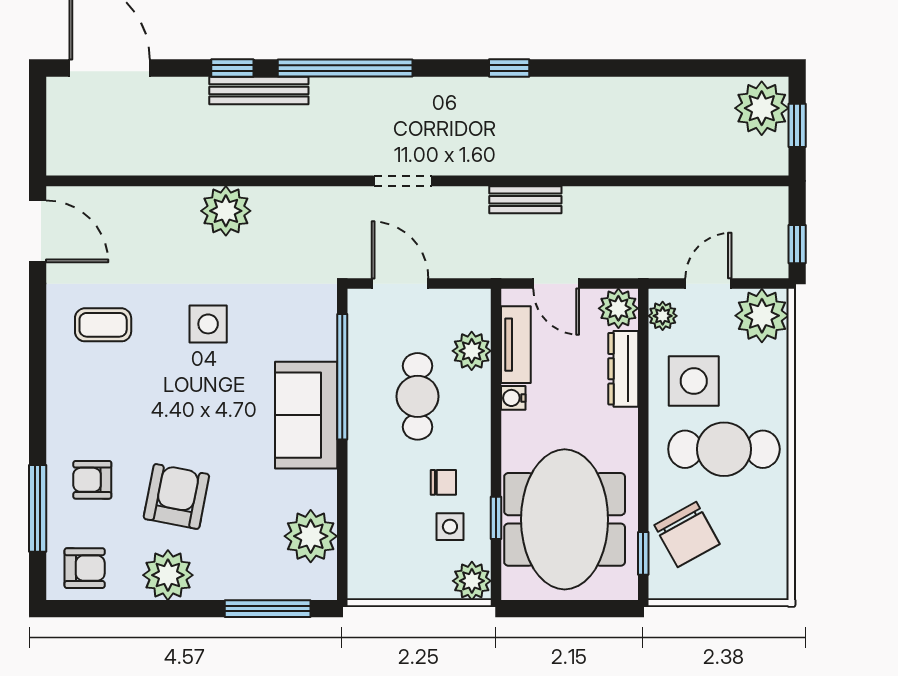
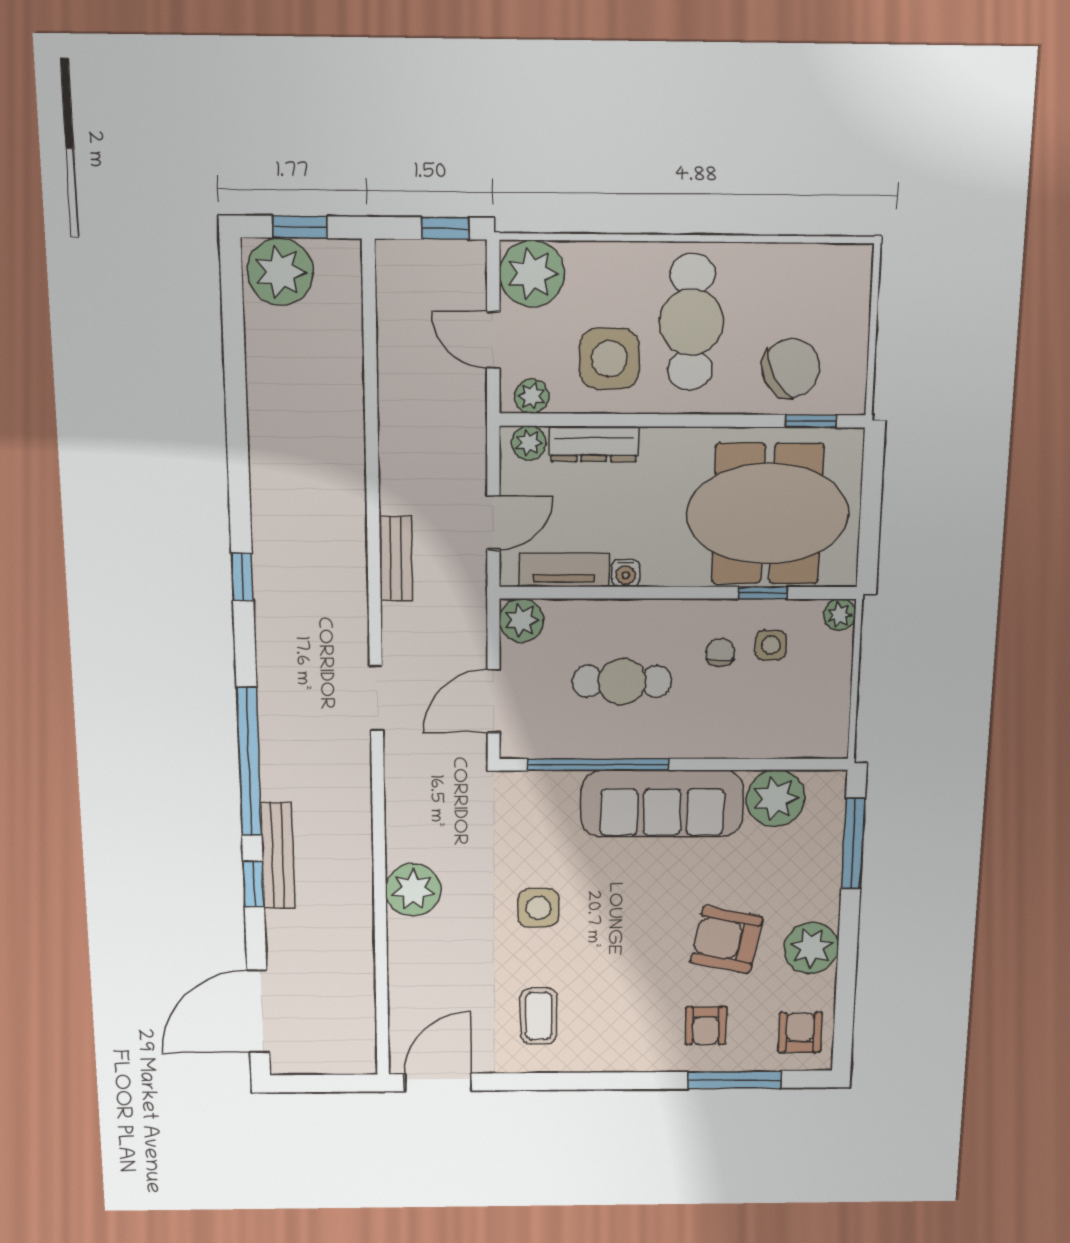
plant: (618, 308) -> (529, 443), width x0.73, depth x0.73
plant: (472, 351) -> (522, 620), moved
sofa: (306, 415) -> (662, 804), width x1.36
plant: (472, 581) -> (840, 615), width x0.73, depth x0.73

